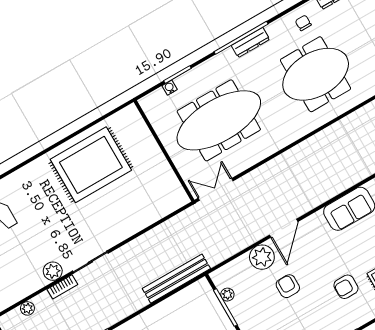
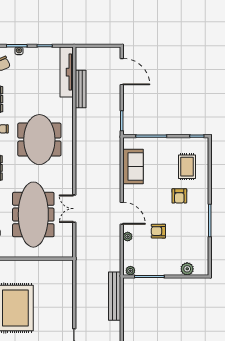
double door: (216, 189) -> (74, 209), moved
plant: (262, 257) -> (128, 237), width x0.53, depth x0.53
plant: (227, 295) -> (130, 271), moved

